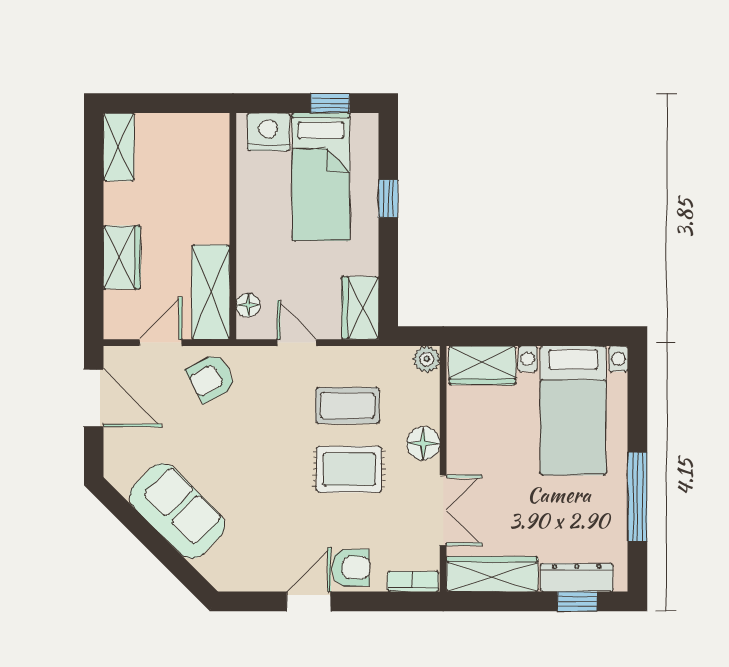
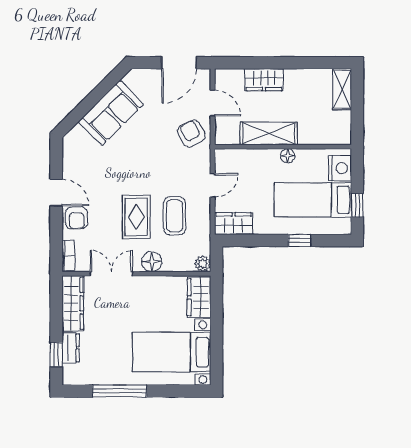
shelving: (119, 147) -> (342, 89), moved, turned 90
shelving: (211, 292) -> (269, 133), moved
floor lamp: (248, 305) -> (288, 156), moved
double door: (443, 510) -> (111, 274), swing flipped
dresser: (577, 578) -> (71, 348), width x0.70

